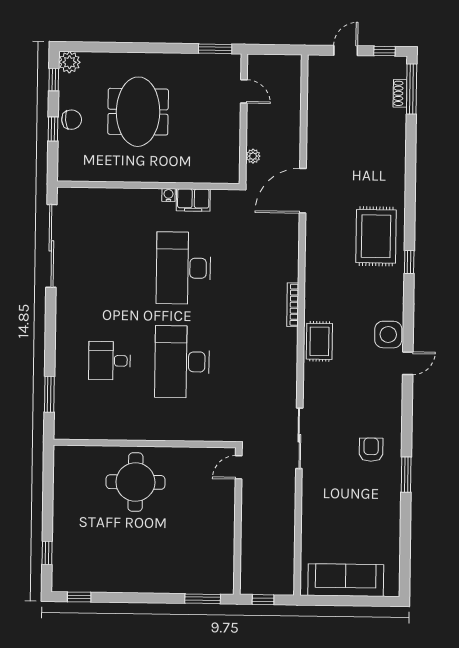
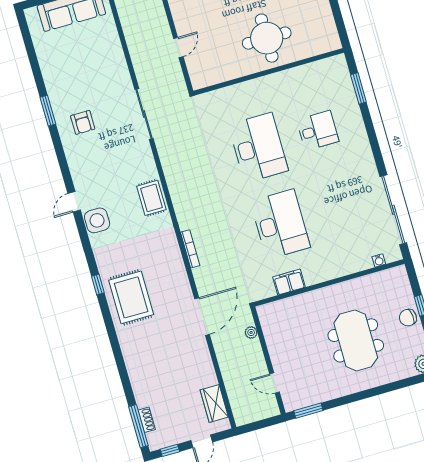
wardrobe: (319, 89) -> (214, 403), added
water cooler: (169, 195) -> (379, 260), moved
bookcase: (293, 305) -> (190, 249), moved
door: (239, 467) -> (178, 48), moved

